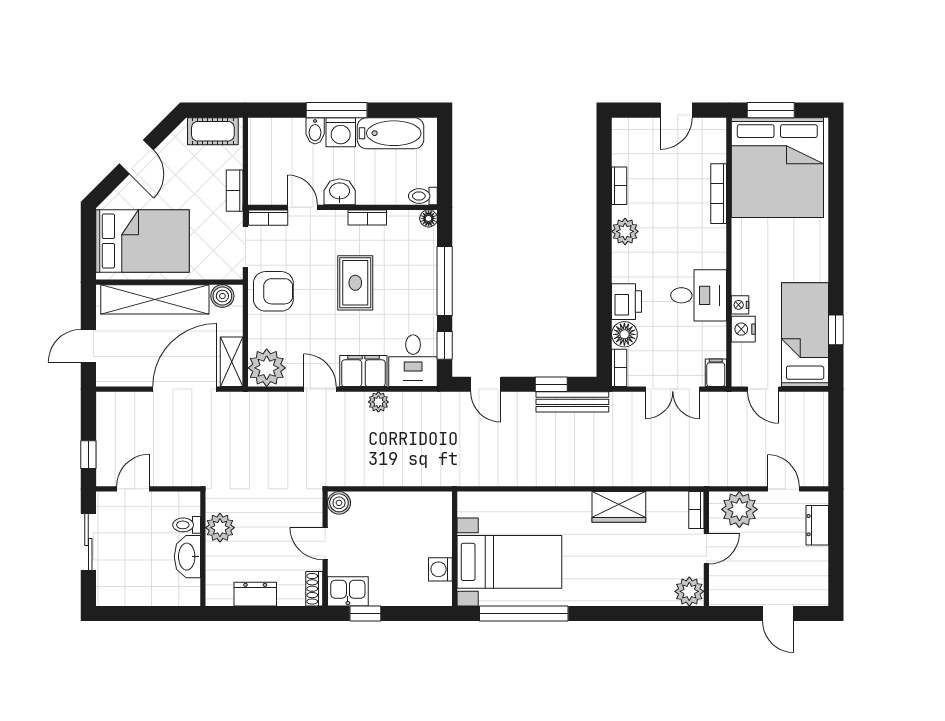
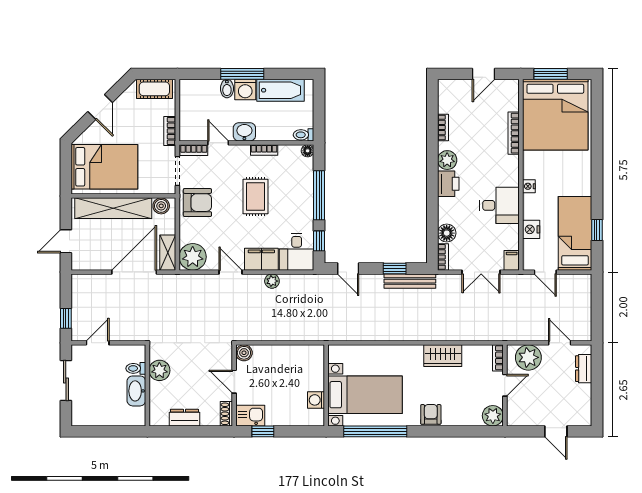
printer: (627, 302) -> (448, 184), moved
nightstand: (740, 305) -> (529, 186), moved
armchair: (602, 590) -> (431, 414), added

